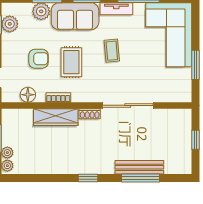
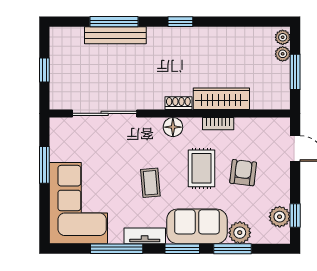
armchair: (39, 59) -> (243, 173), turned 97
floor lamp: (28, 95) -> (173, 127), moved
sliding door: (128, 105) -> (105, 113), moved

